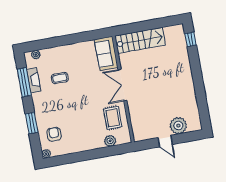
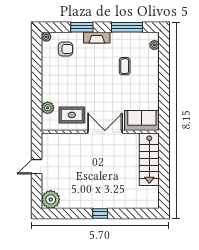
window: (190, 39) -> (100, 214), moved
fireplace: (34, 80) -> (97, 38), moved
plant: (178, 126) -> (51, 199), moved

